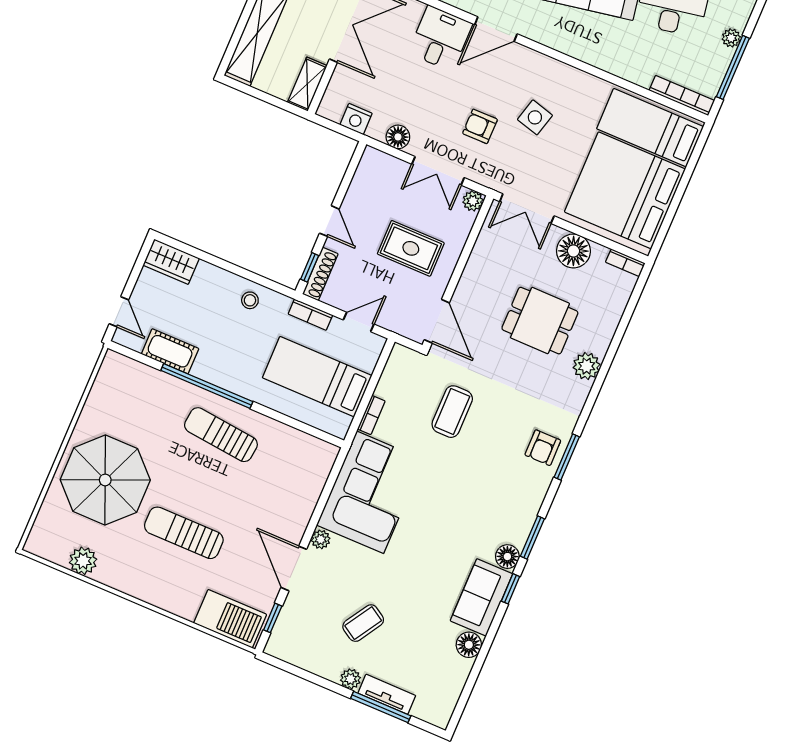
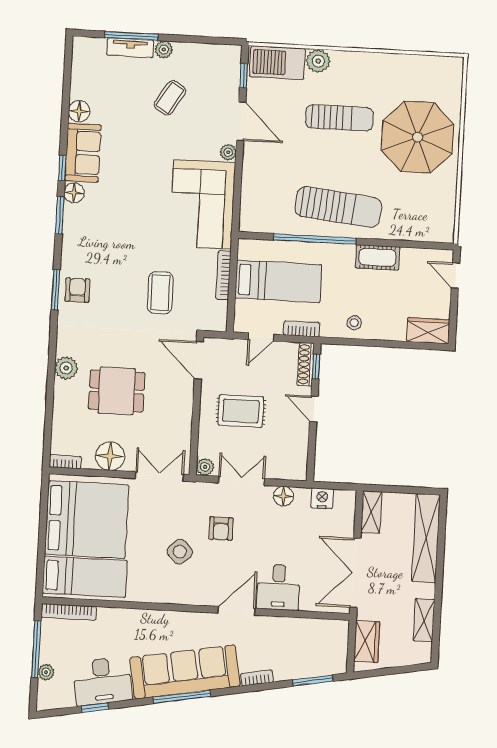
side table: (535, 117) -> (180, 552), turned 31
armchair: (480, 126) -> (221, 529), turned 90
cot: (170, 351) -> (378, 257), moved
window: (207, 386) -> (315, 239), moved
bookcase: (371, 415) -> (223, 275), width x1.56
sun lounger: (221, 435) -> (338, 207), width x1.36, depth x1.34
plant: (83, 561) -> (318, 61), moved

